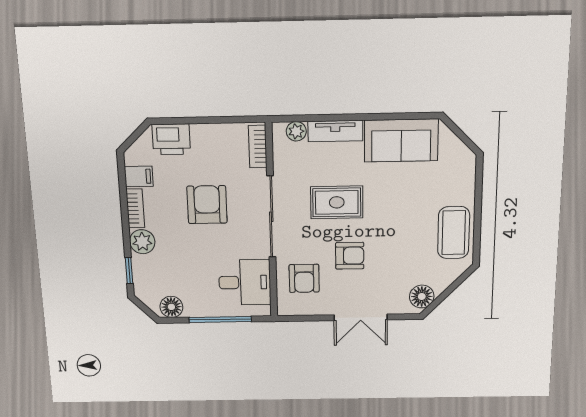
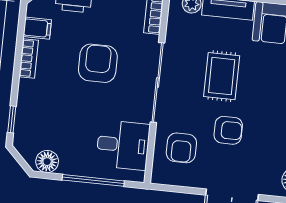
rug: (337, 202) -> (222, 76), turned 90
plant: (142, 242) -> (30, 92), removed

